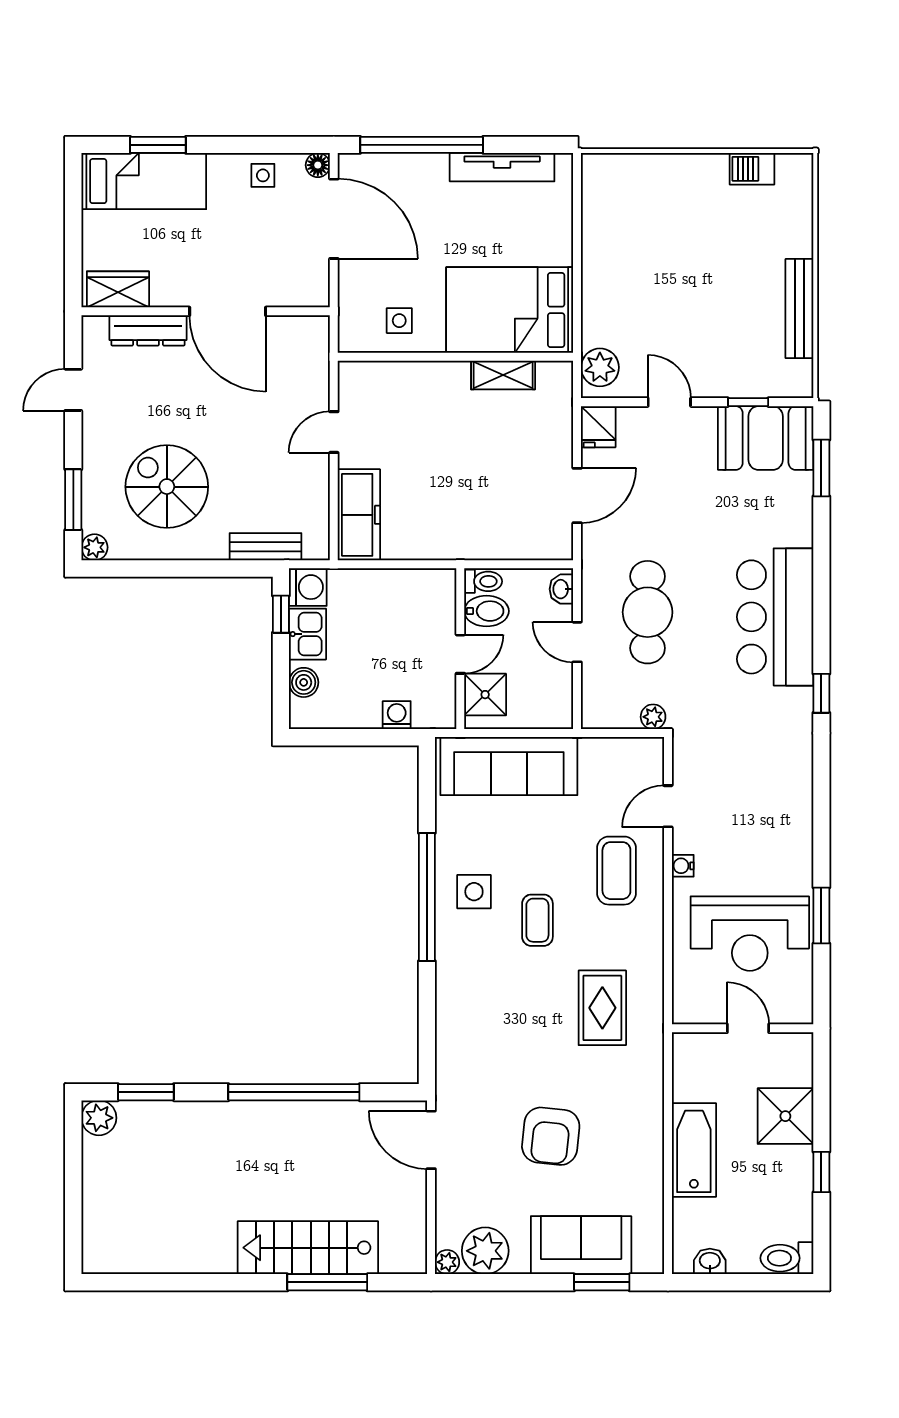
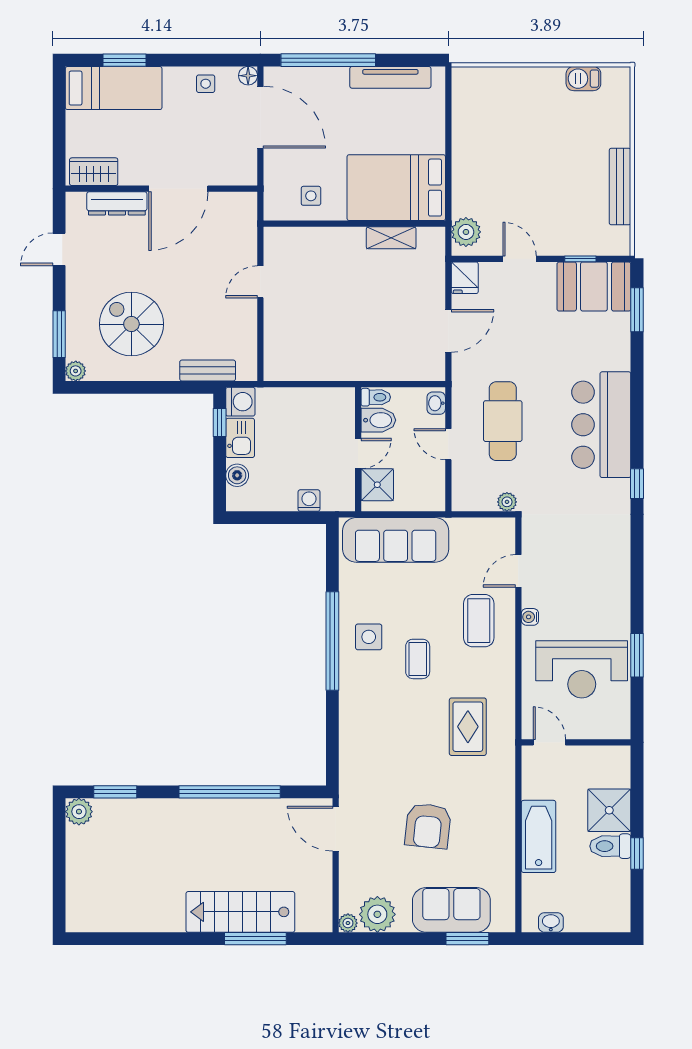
door: (228, 311) -> (178, 189), hinge flipped
freezer: (359, 515) -> (280, 346), removed
door: (748, 1028) -> (549, 742), moved
toilet: (787, 1258) -> (610, 846), moved

